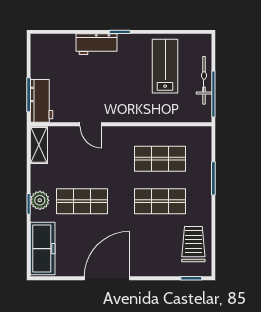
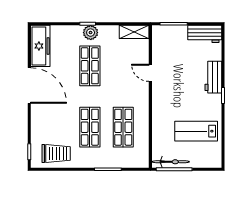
lab bench: (165, 66) -> (196, 131), turned 180
bicycle: (204, 80) -> (171, 162), moved
workbench: (42, 101) -> (205, 34), moved
door: (91, 124) -> (150, 73), hinge flipped
freezer: (43, 249) -> (40, 46), moved, turned -90

